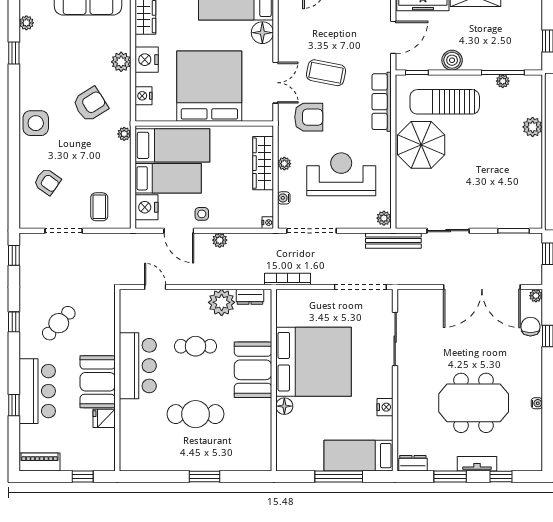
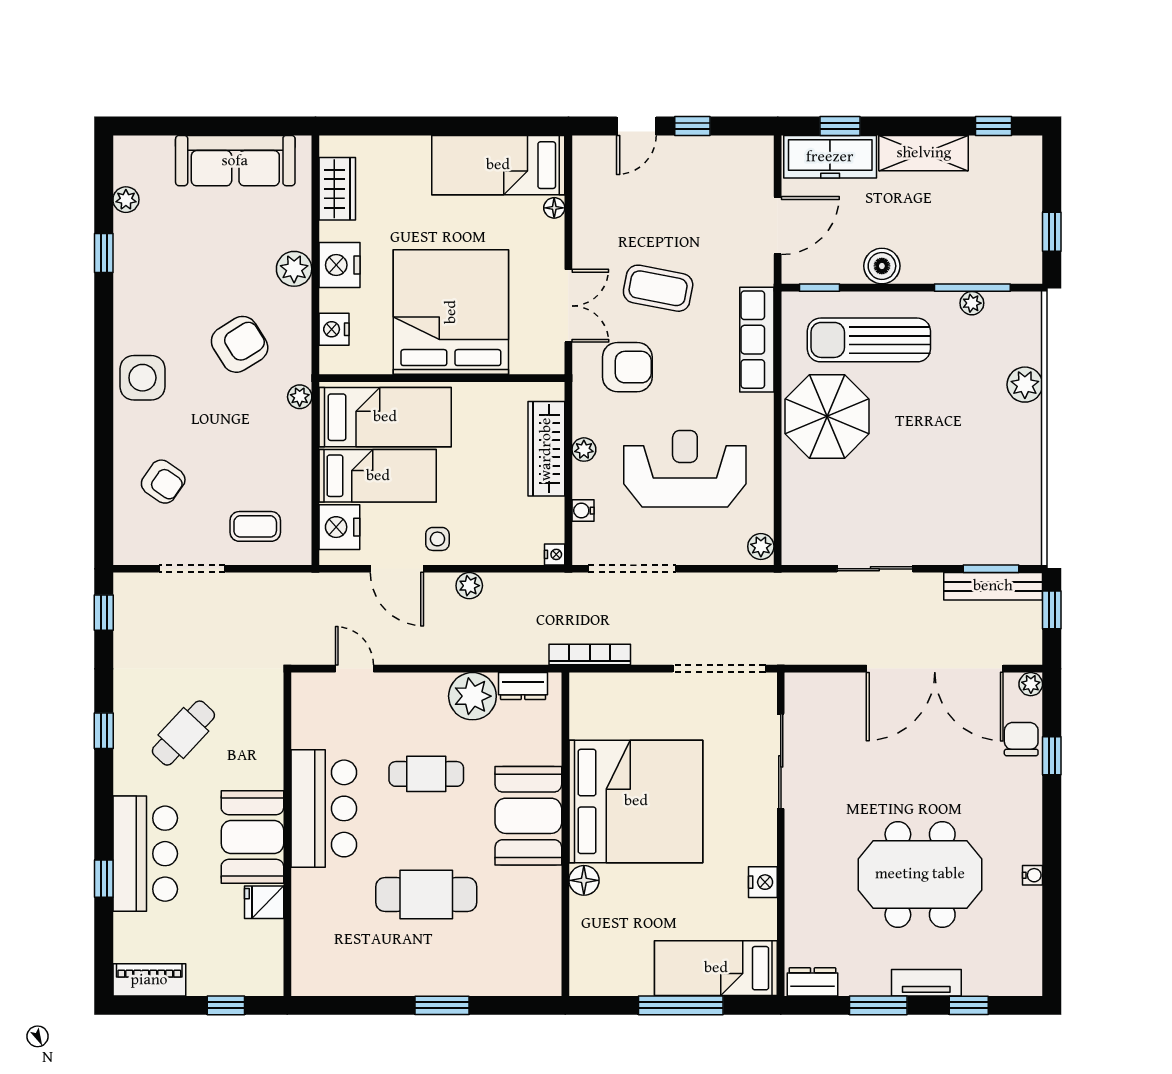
floor lamp: (262, 33) -> (554, 208), width x0.53, depth x0.53
coffee table: (99, 207) -> (255, 526), turned 90
bench: (393, 241) -> (993, 586), moved

